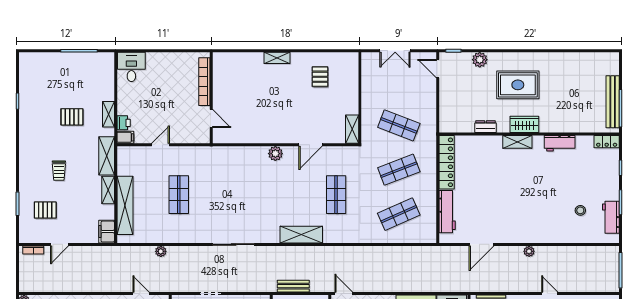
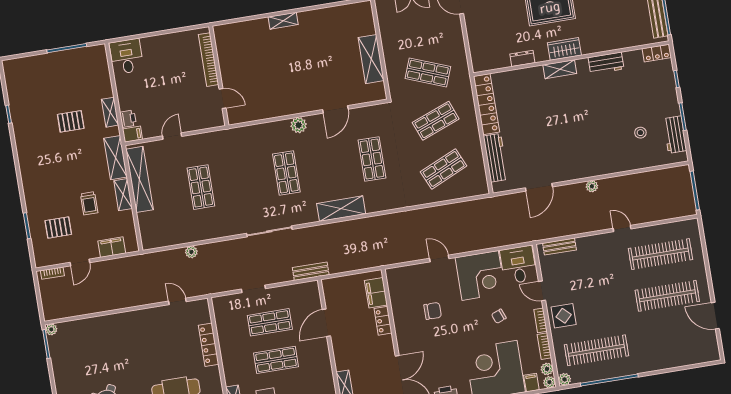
pallet: (320, 77) -> (333, 34), removed
shelving: (352, 129) -> (371, 59), moved, width x1.50, depth x1.33
trolley: (59, 171) -> (89, 203), moved
shop shelf: (257, 195) -> (286, 173), added
shelving: (125, 205) -> (140, 179), moved
filing cabinet: (107, 232) -> (112, 247), moved, turned 90
bench: (293, 286) -> (311, 271), moved
door: (344, 294) -> (439, 258), moved

